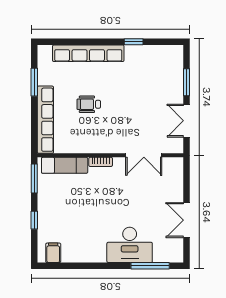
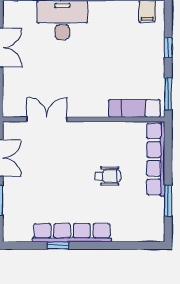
row of seats: (88, 53) -> (72, 233), moved
bookcase: (101, 162) -> (95, 112), removed

